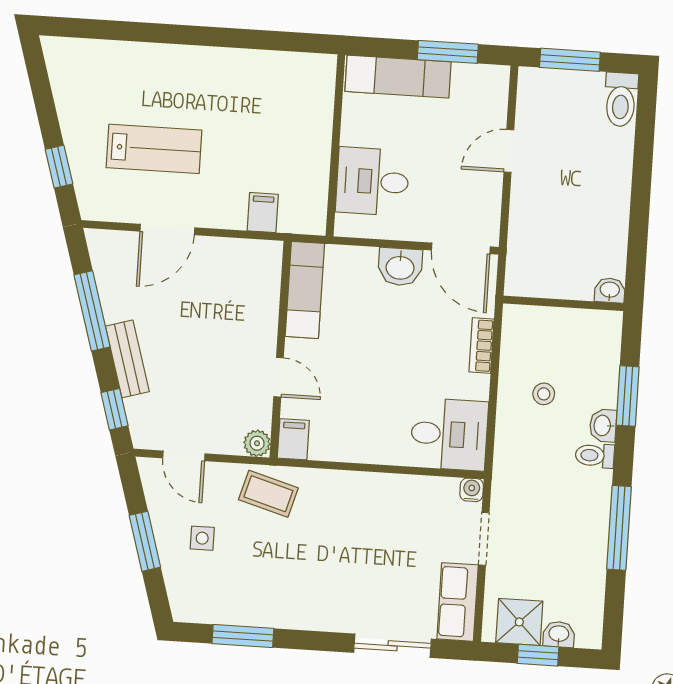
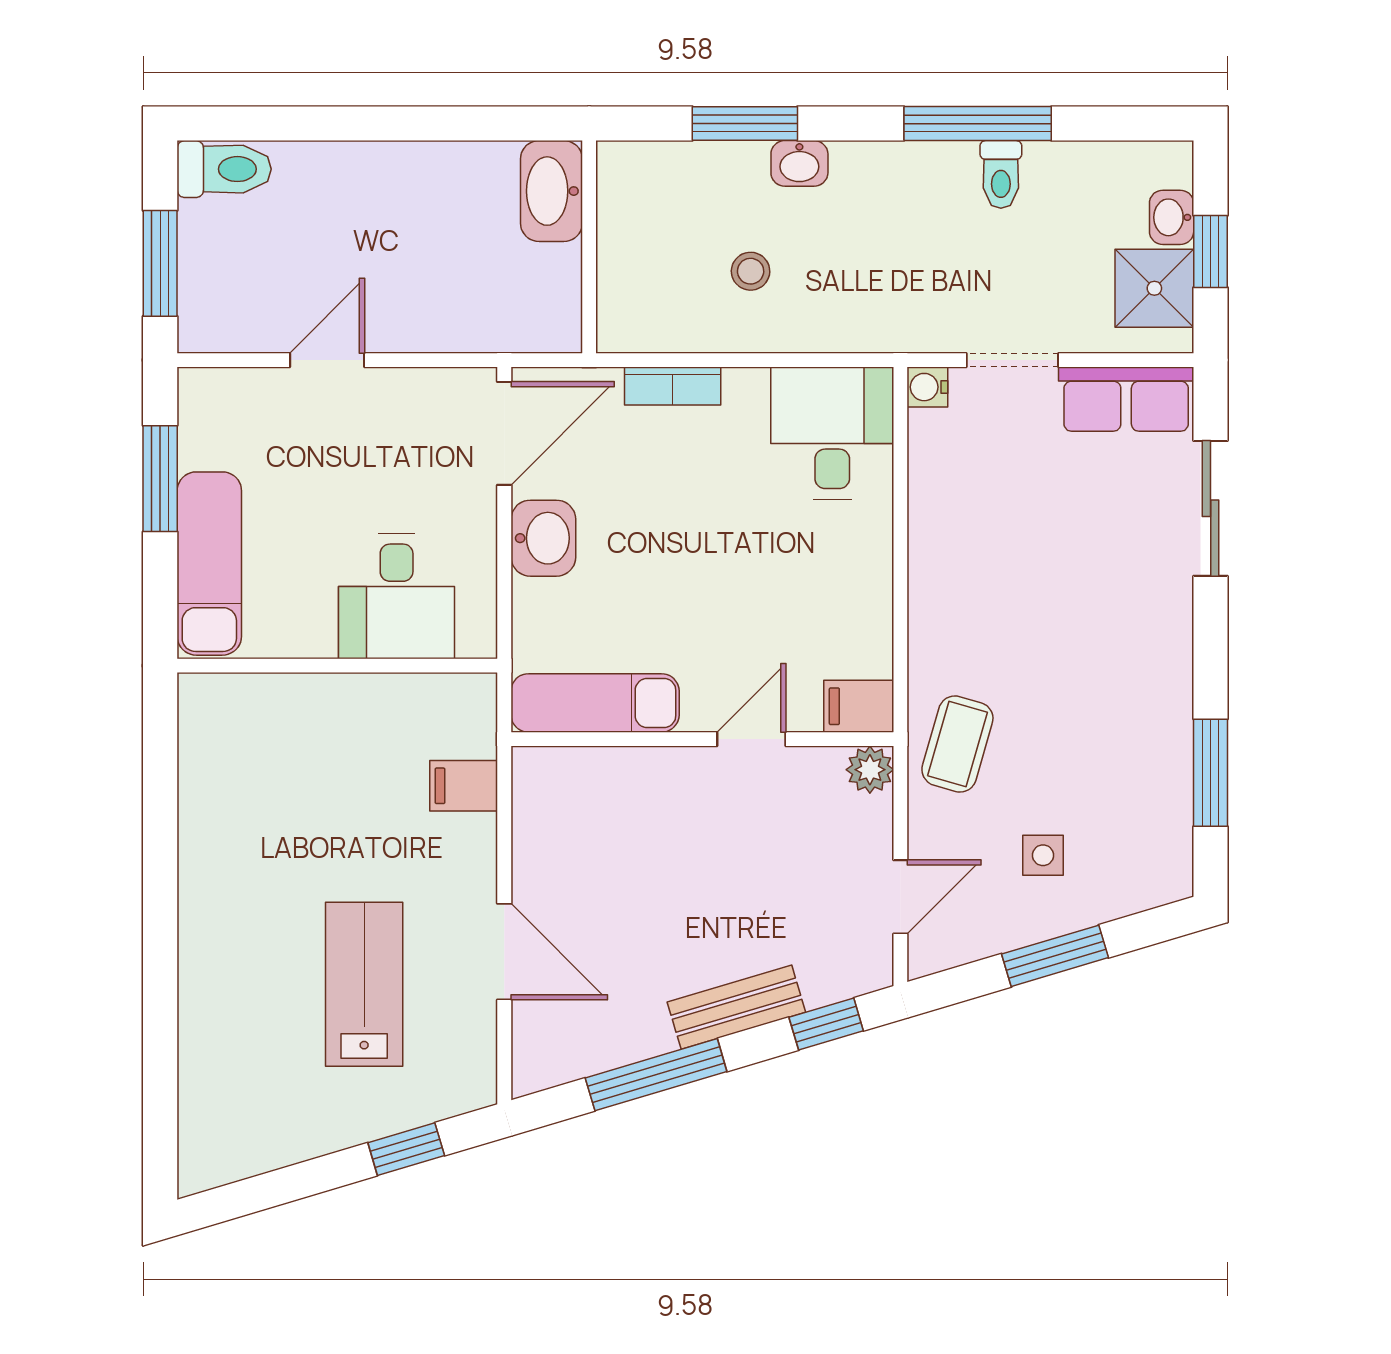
door: (509, 151) -> (327, 360), swing flipped
washbasin: (610, 290) -> (551, 191), width x1.91, depth x1.45
toilet: (595, 456) -> (1001, 174), moved

